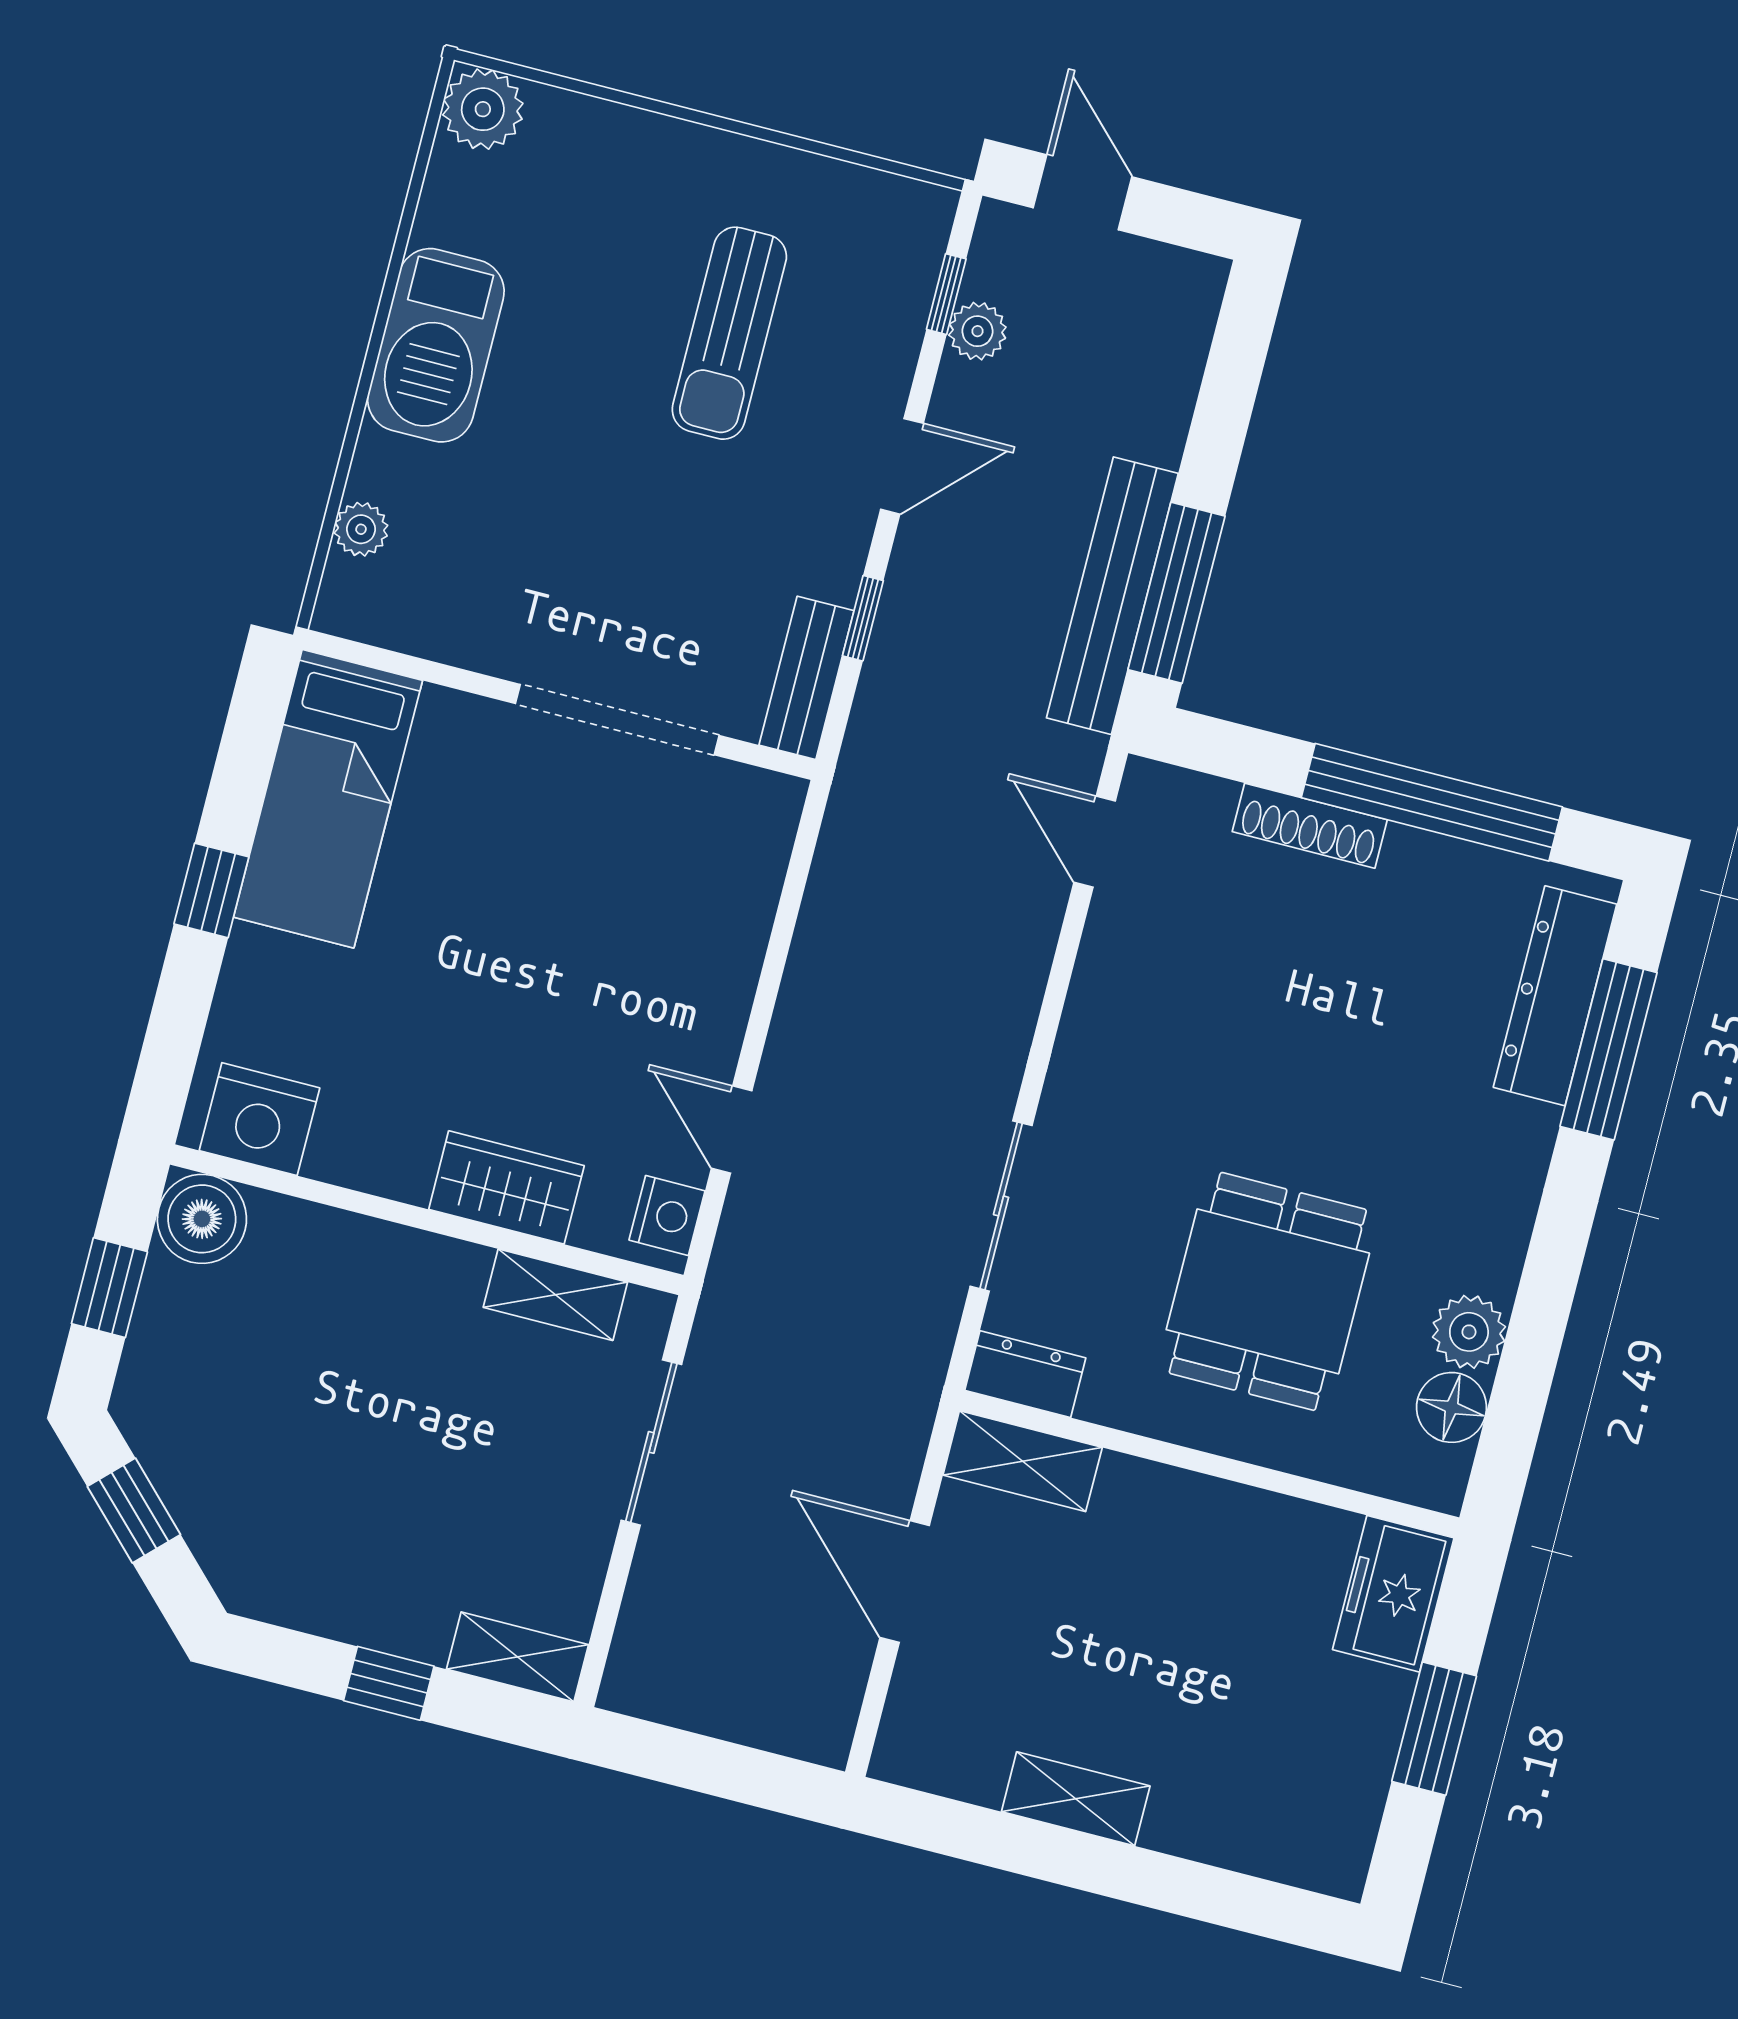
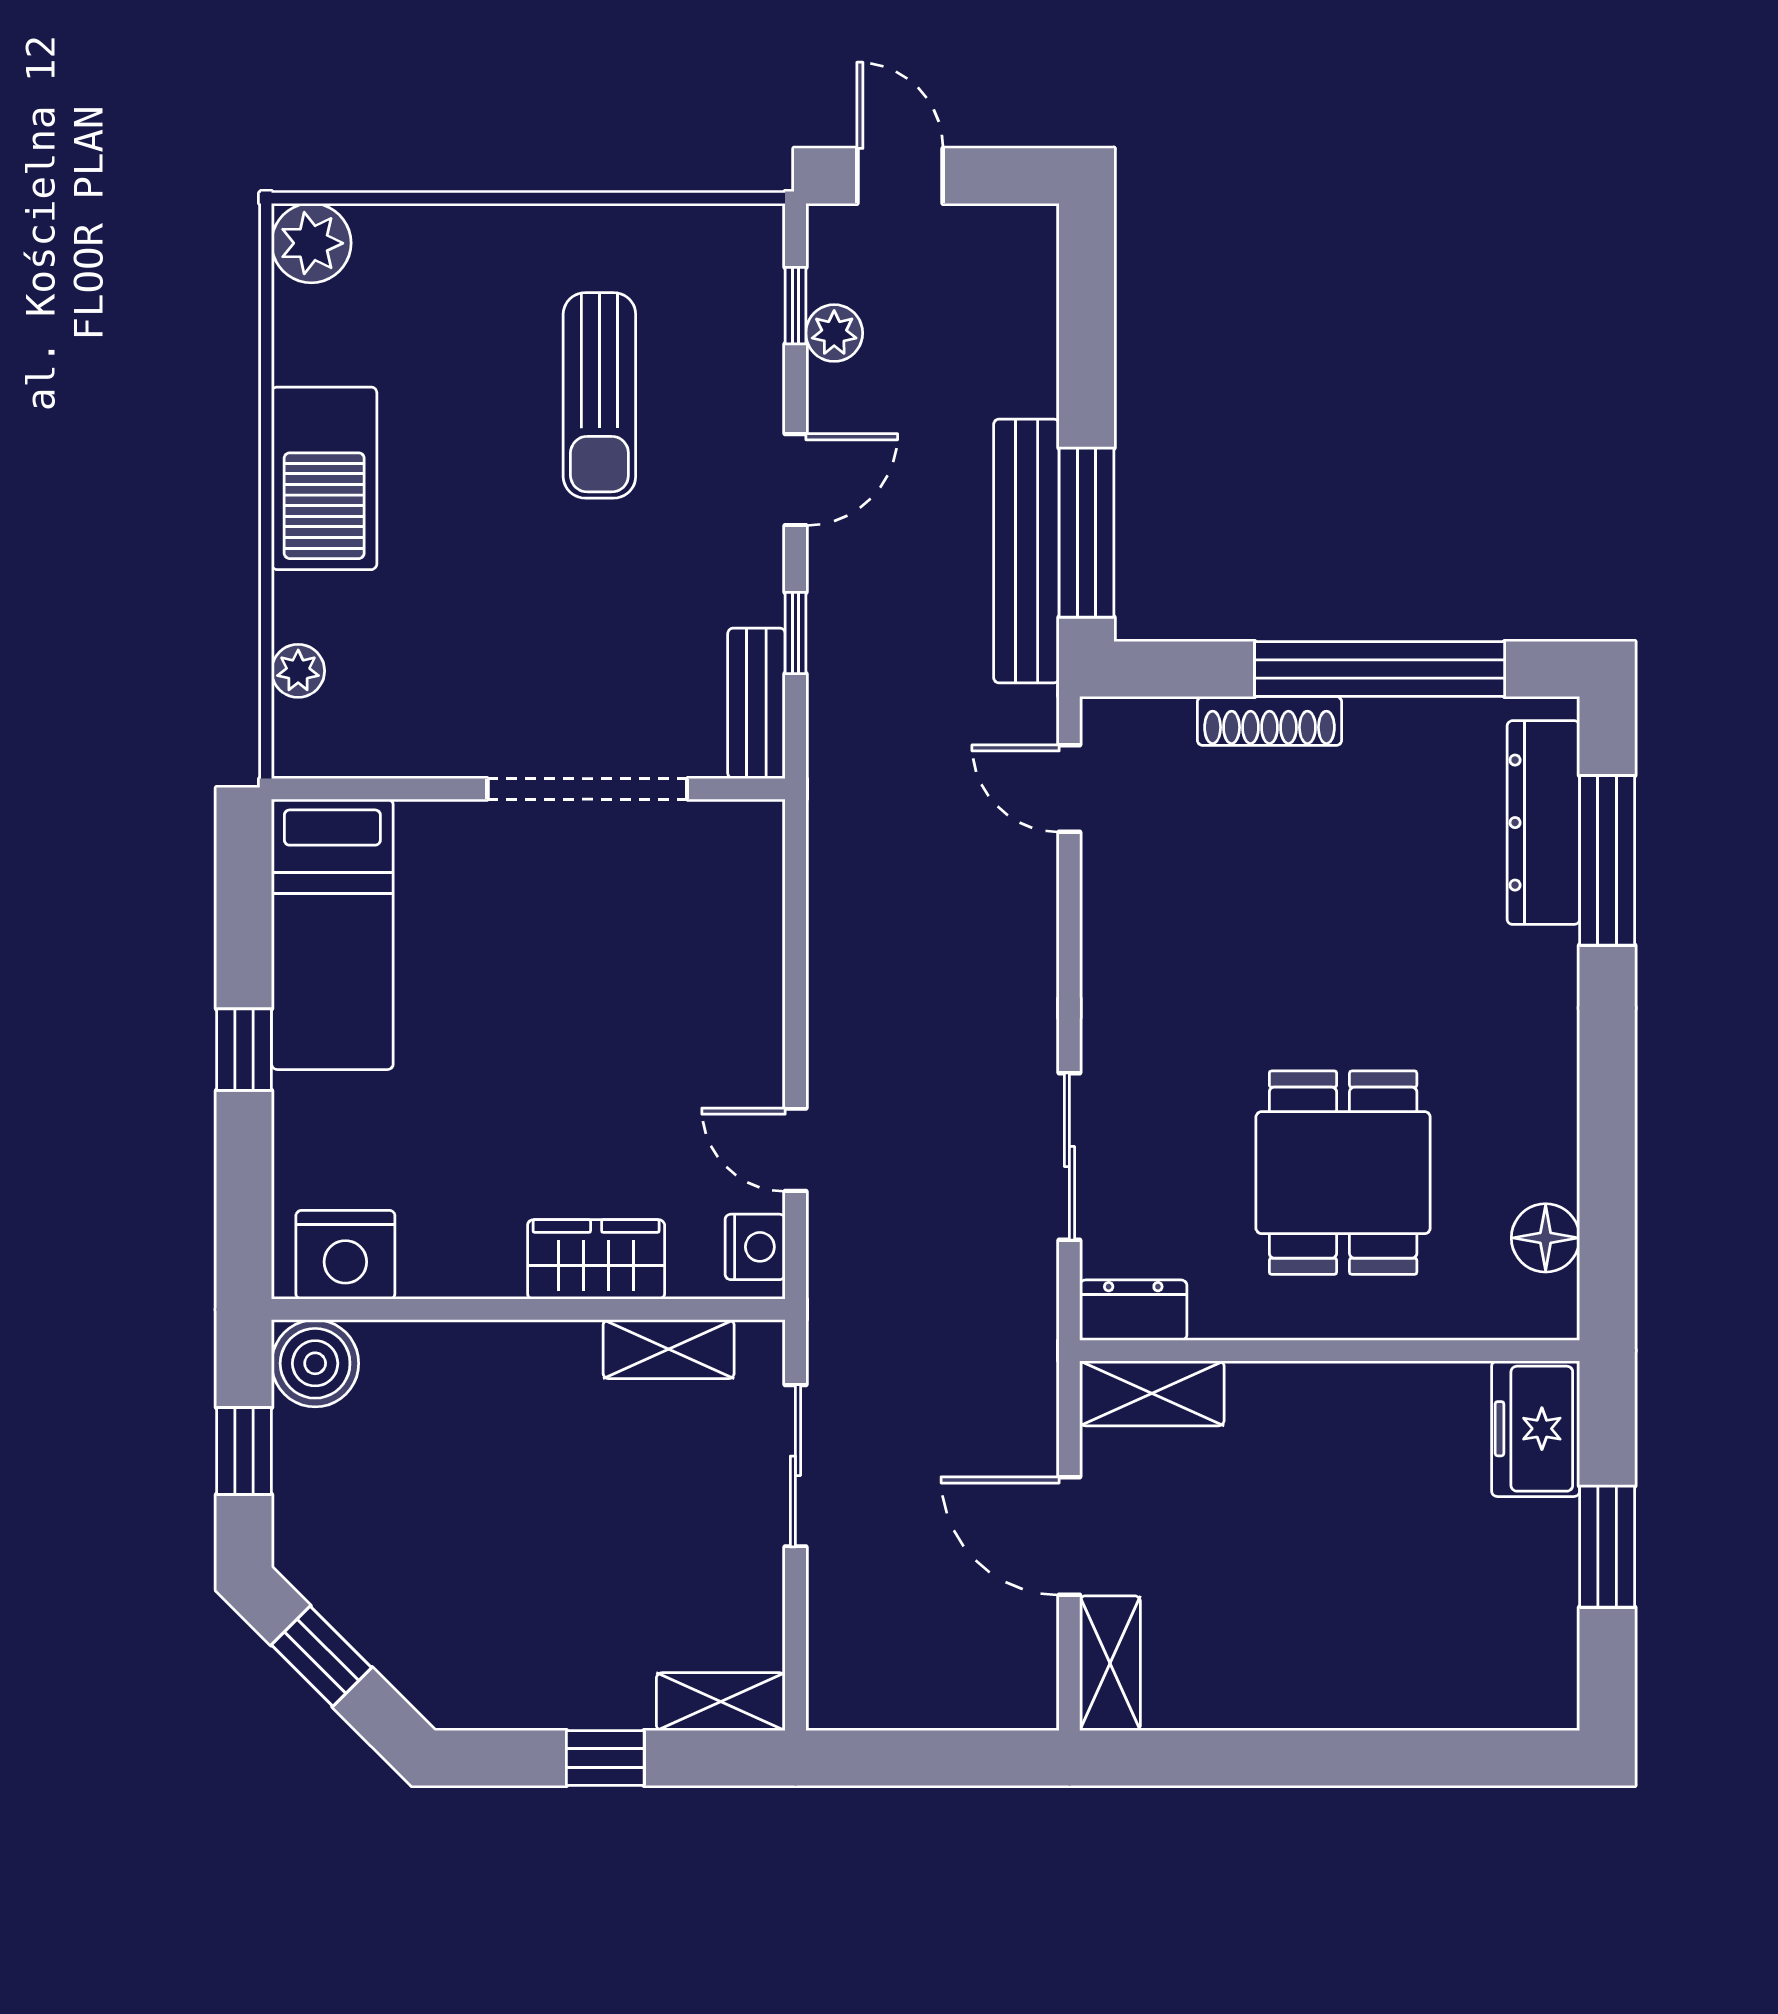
plant: (1469, 1332) -> (1544, 1162), removed
shelving: (1076, 1799) -> (1110, 1663), moved, turned 90

